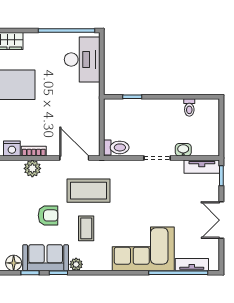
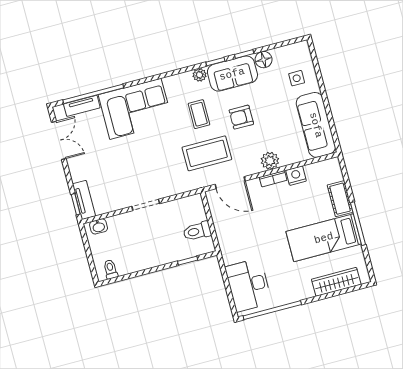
toilet: (189, 107) -> (110, 269), moved
toilet: (116, 147) -> (197, 231), moved
washbasin: (183, 150) -> (99, 226), moved
tv unit: (202, 167) -> (84, 200), moved, turned 90
double door: (221, 220) -> (59, 140), moved

